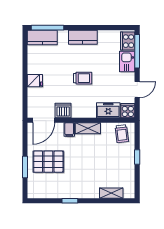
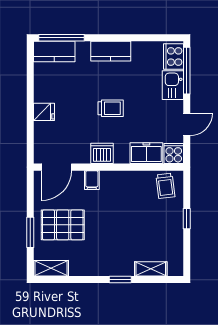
dishwasher: (63, 110) -> (102, 153), moved
shelving: (88, 128) -> (51, 268), moved
window: (70, 201) -> (120, 280), moved

